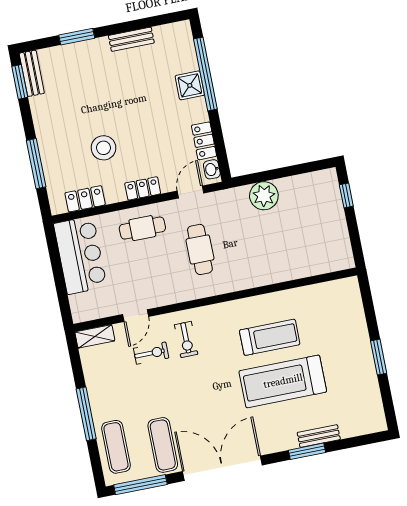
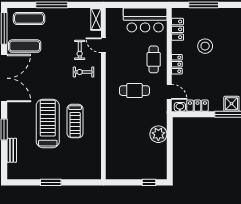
bench: (319, 436) -> (12, 150), moved

